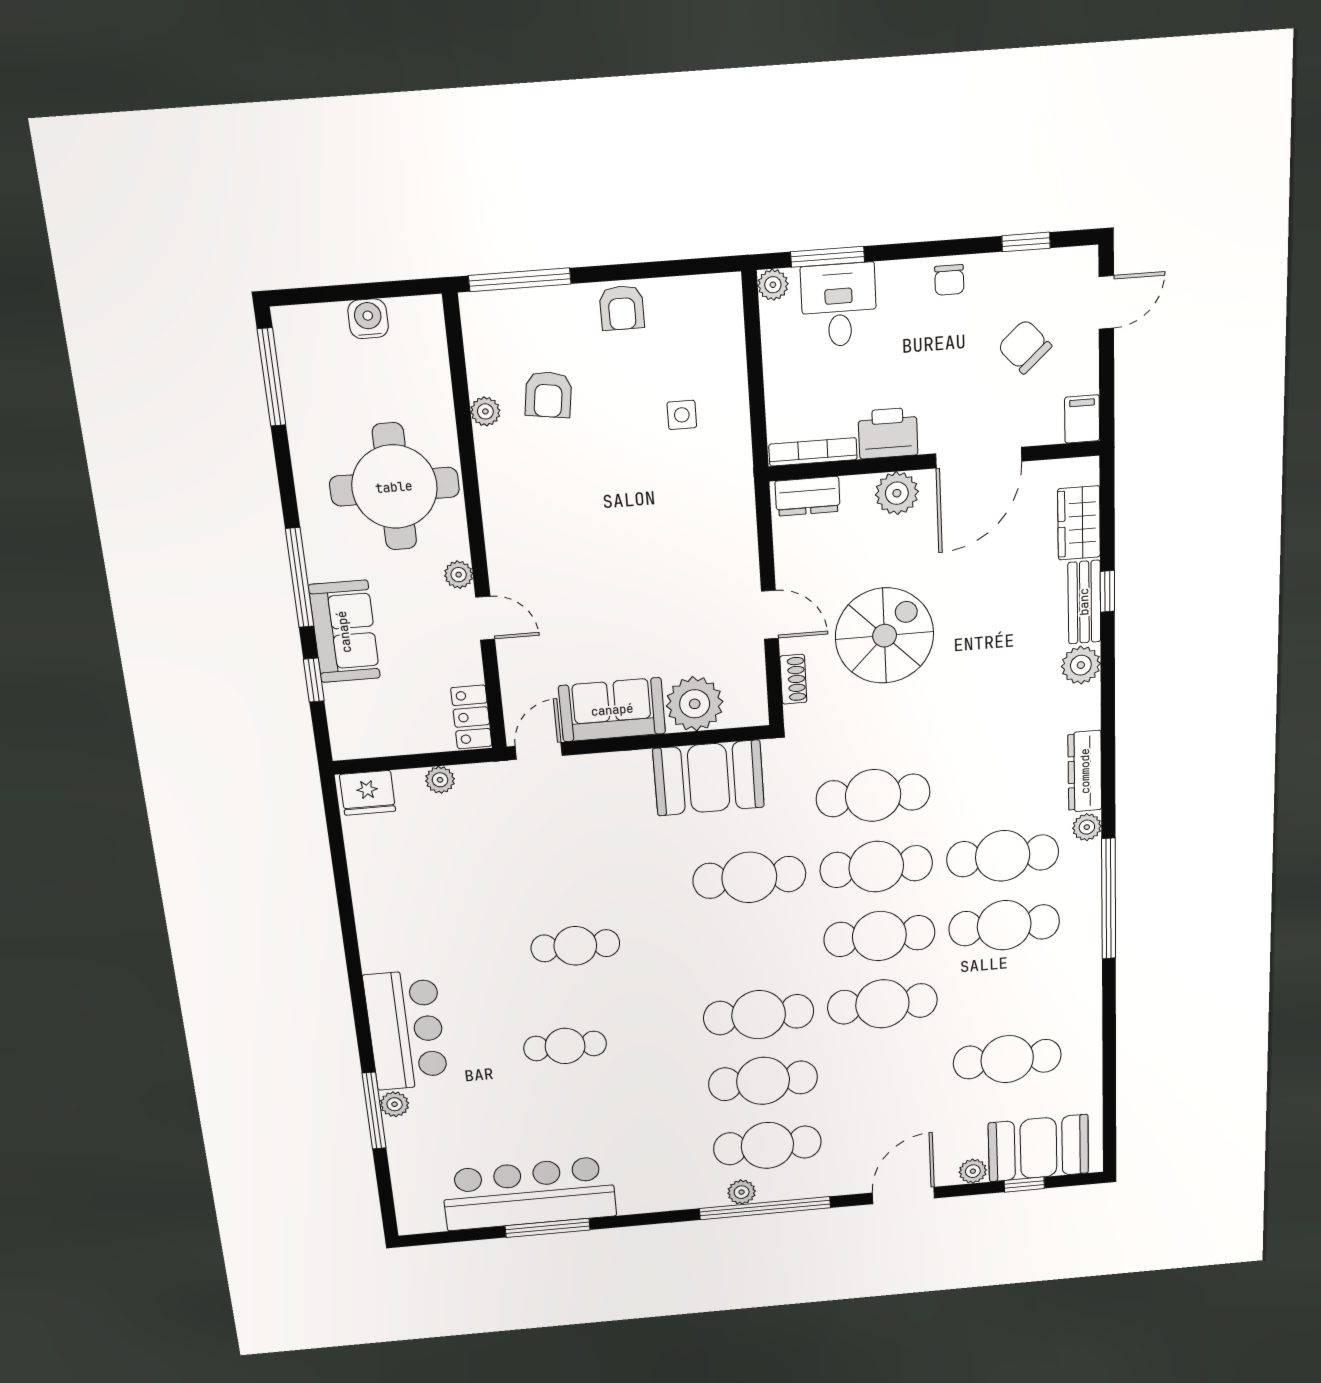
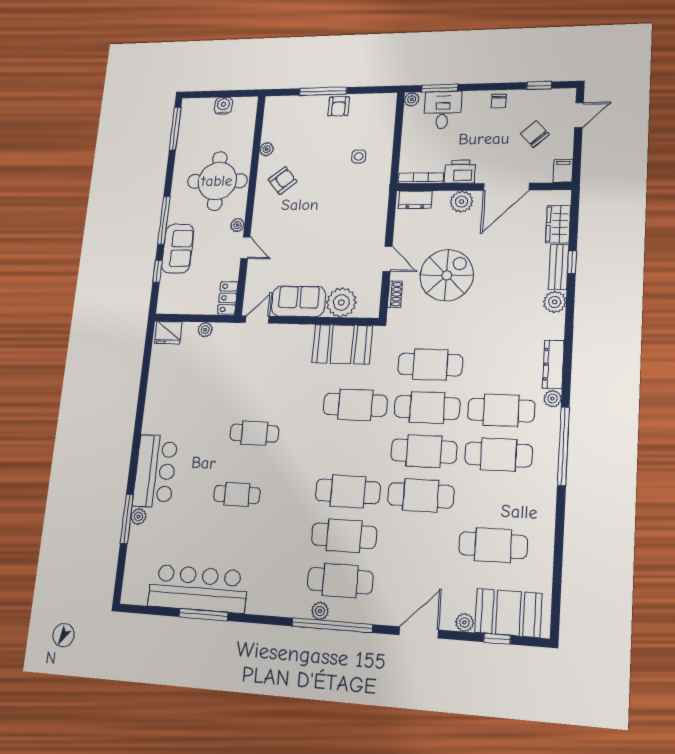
window: (520, 280) -> (323, 91), moved
armchair: (548, 395) -> (283, 181), moved, turned -138

